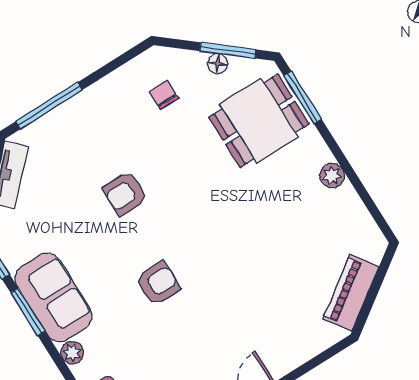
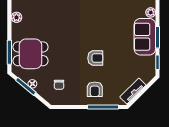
armchair: (158, 283) -> (95, 89), moved, turned -90

